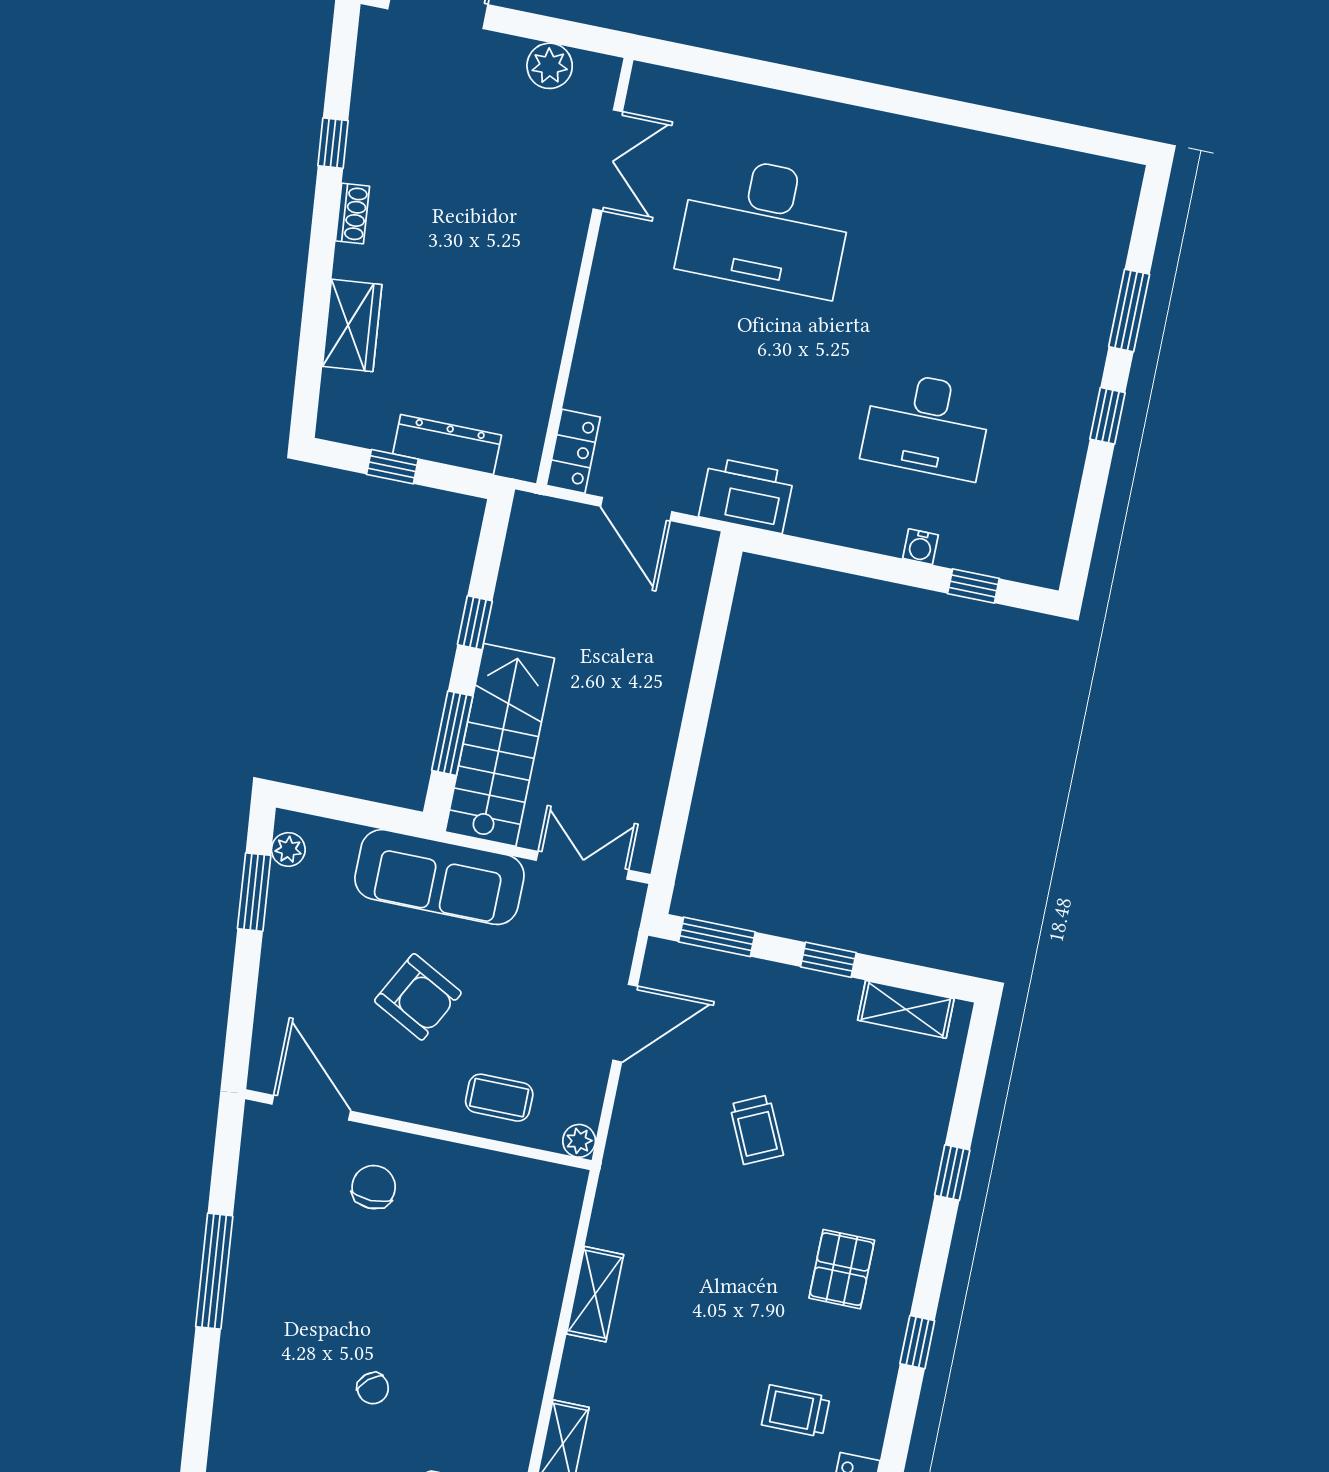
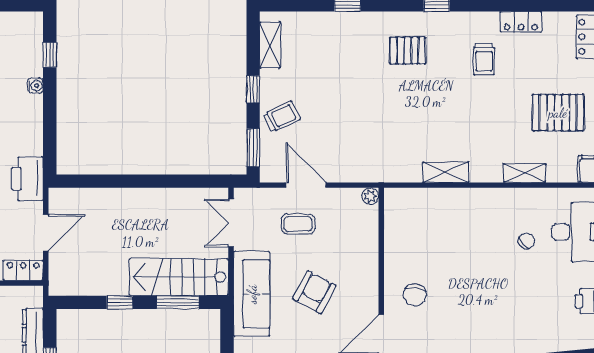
coffee table: (499, 1098) -> (298, 224), moved, turned 90
trolley: (756, 1130) -> (282, 117), moved
chair: (374, 1187) -> (415, 295), turned -84
chair: (373, 1388) -> (526, 241), moved

